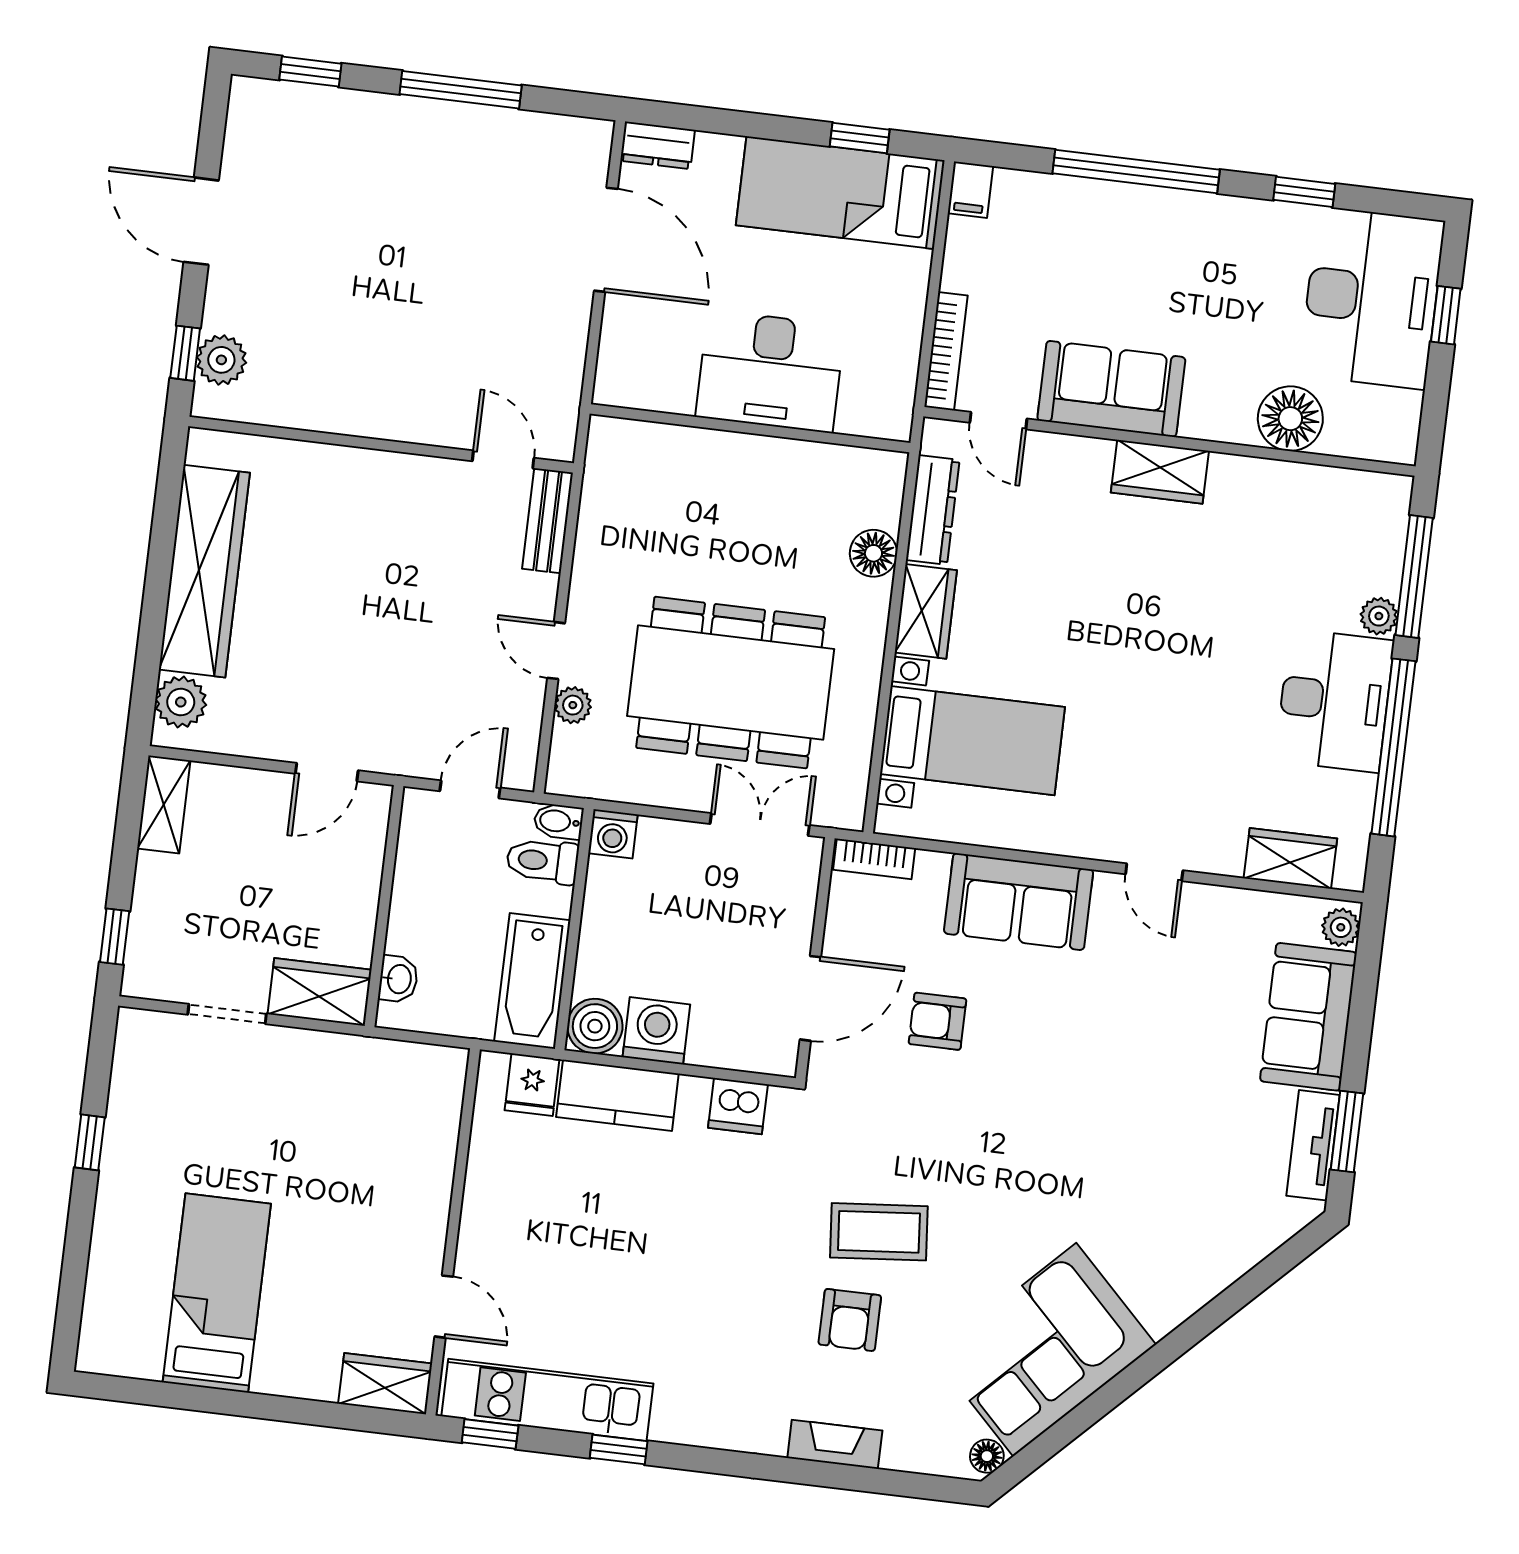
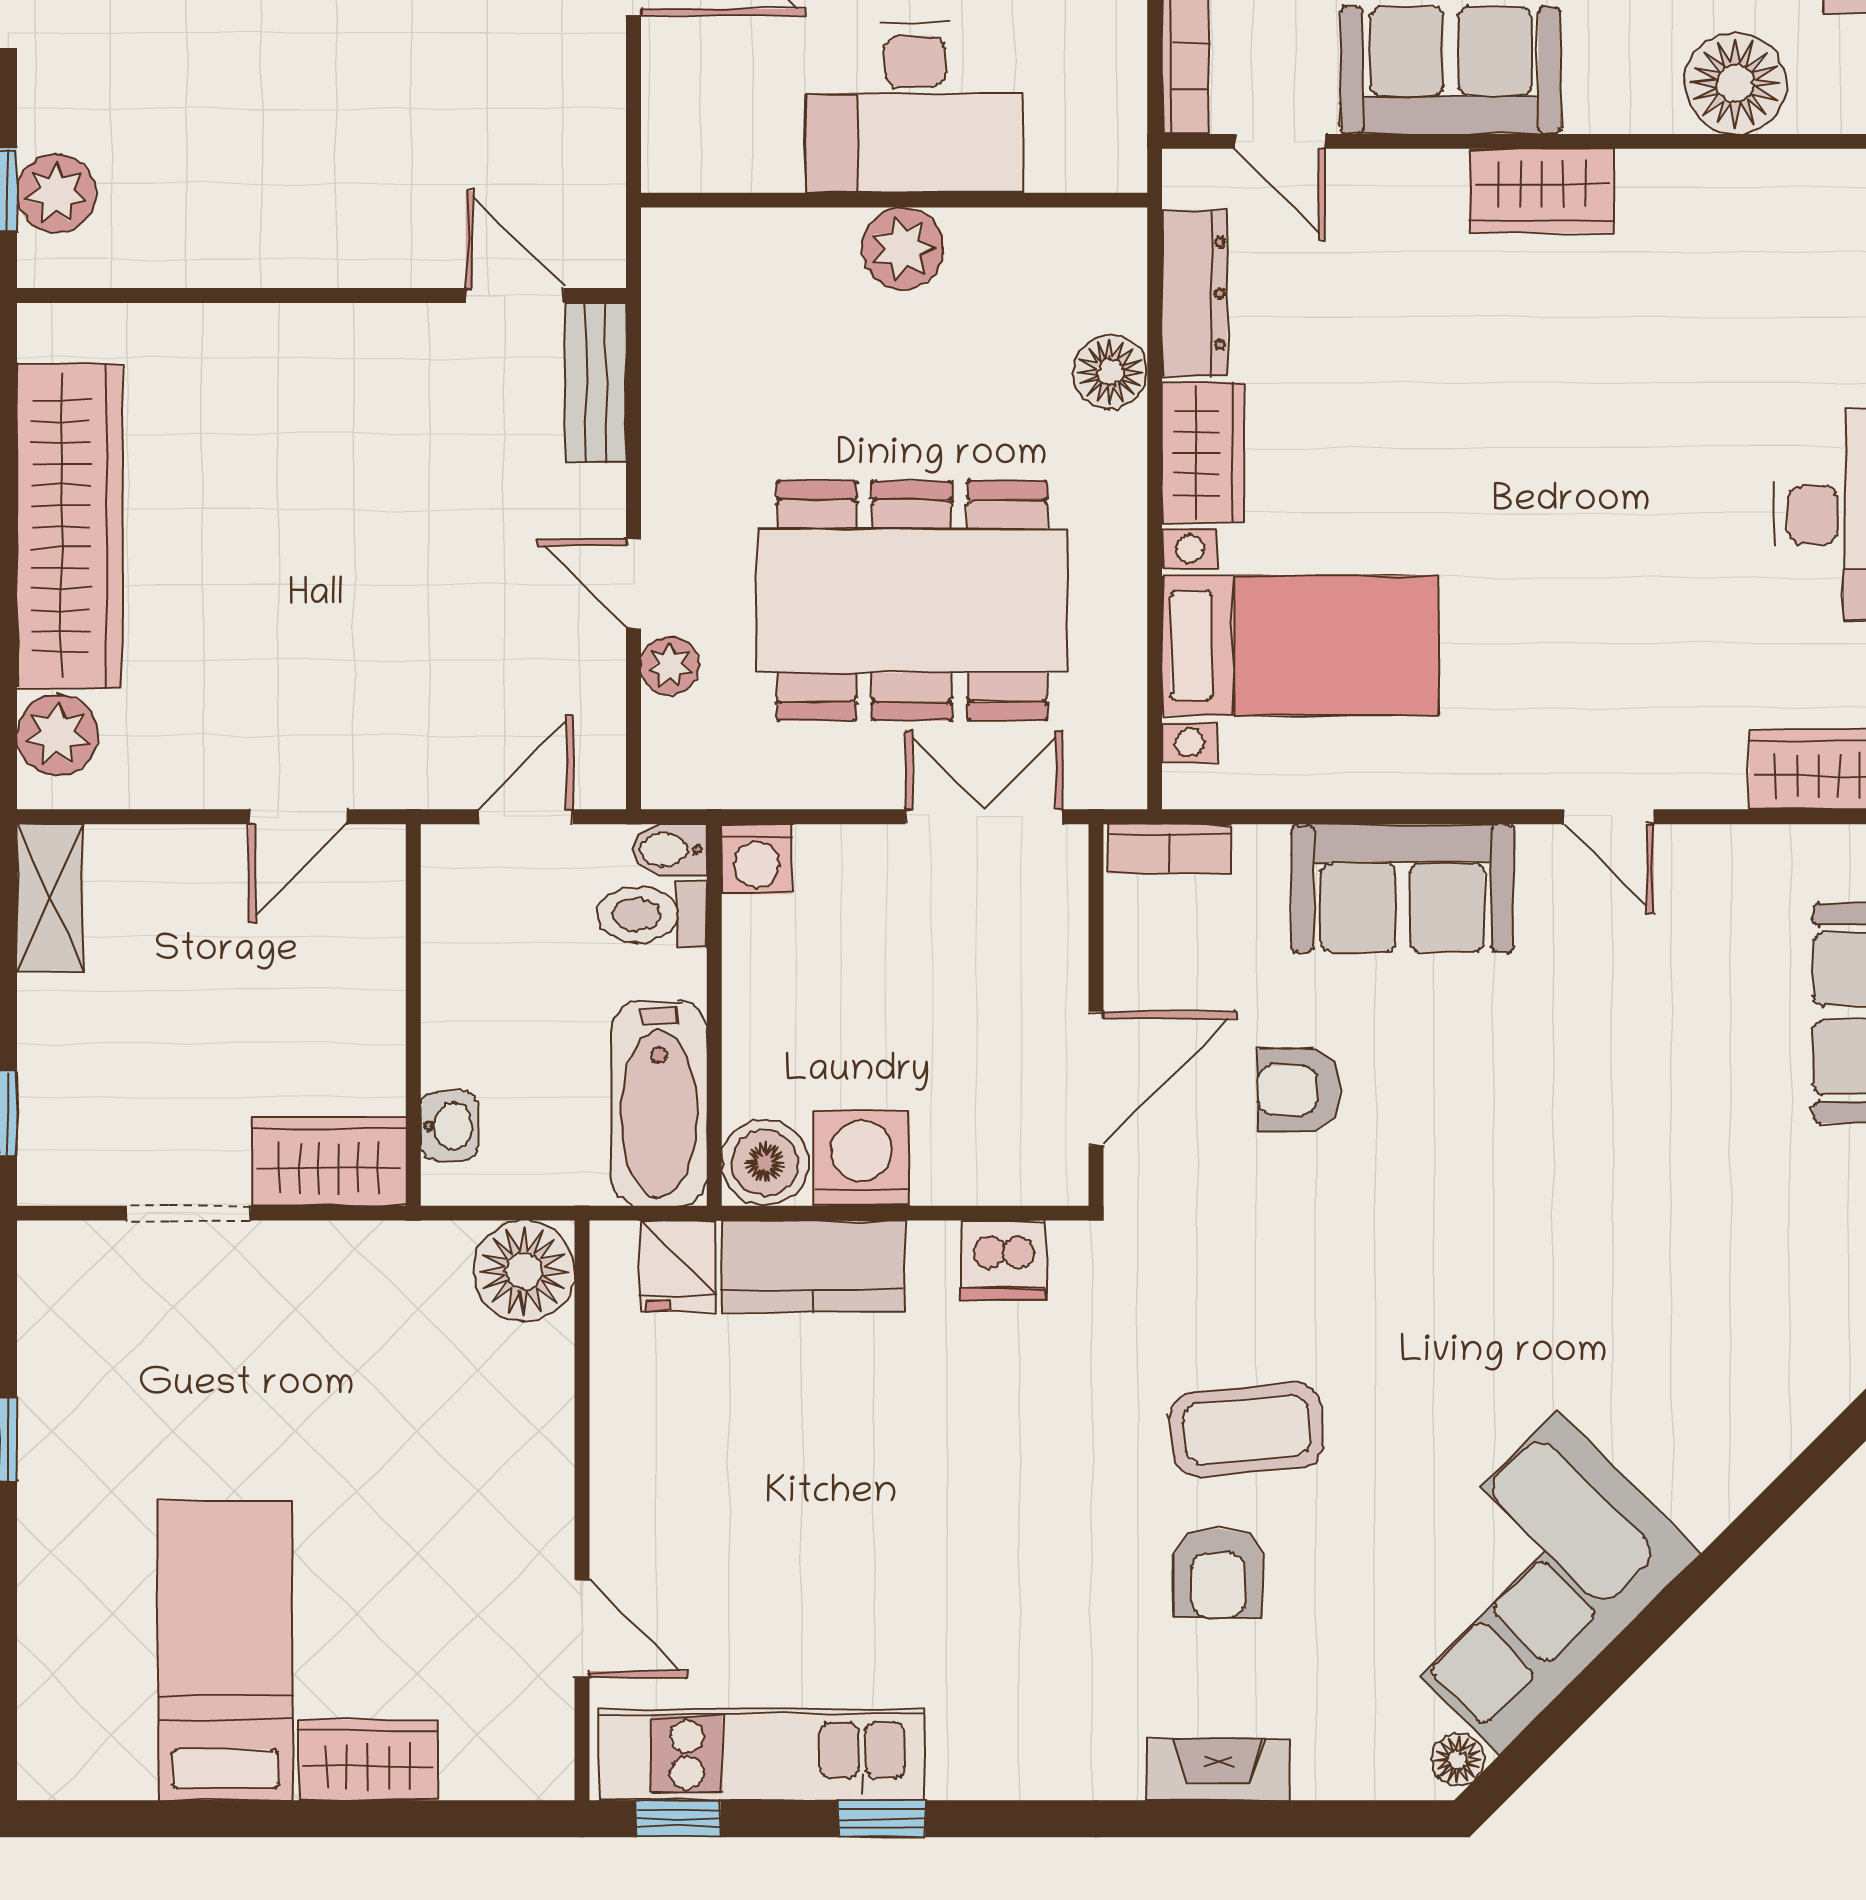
plant: (752, 459) -> (903, 248), added
floor lamp: (435, 1076) -> (524, 1271), added
wardrobe: (385, 1384) -> (368, 1760), moved

